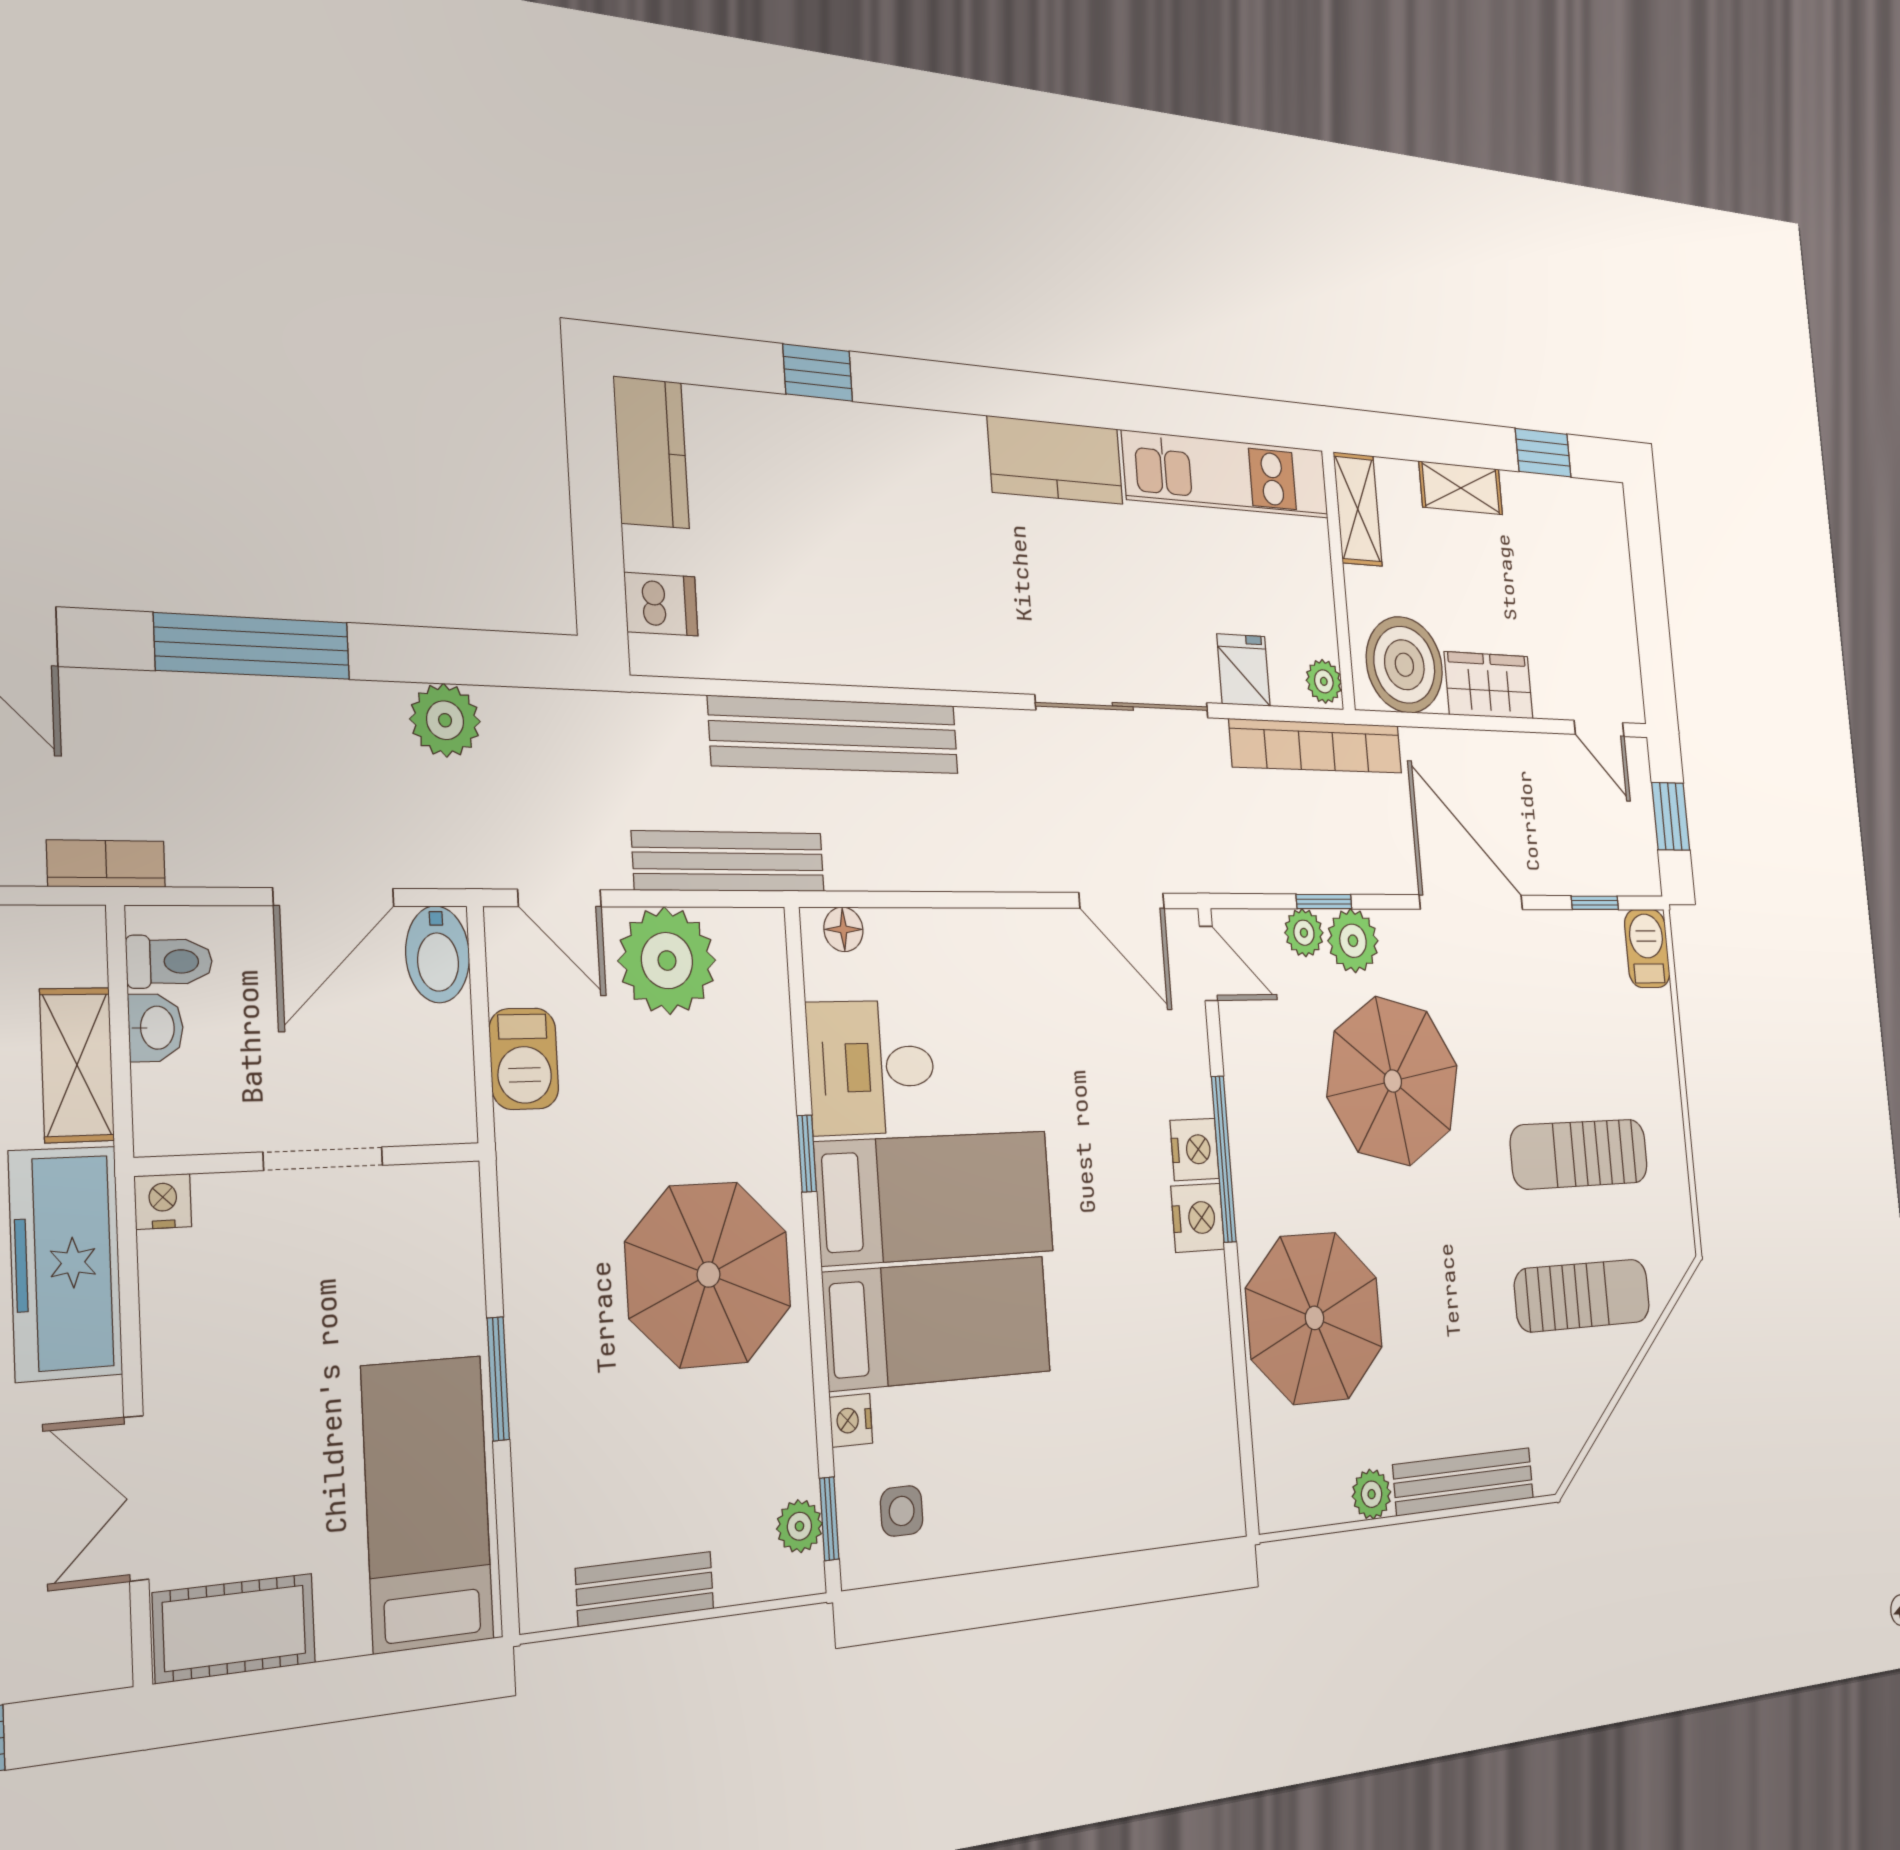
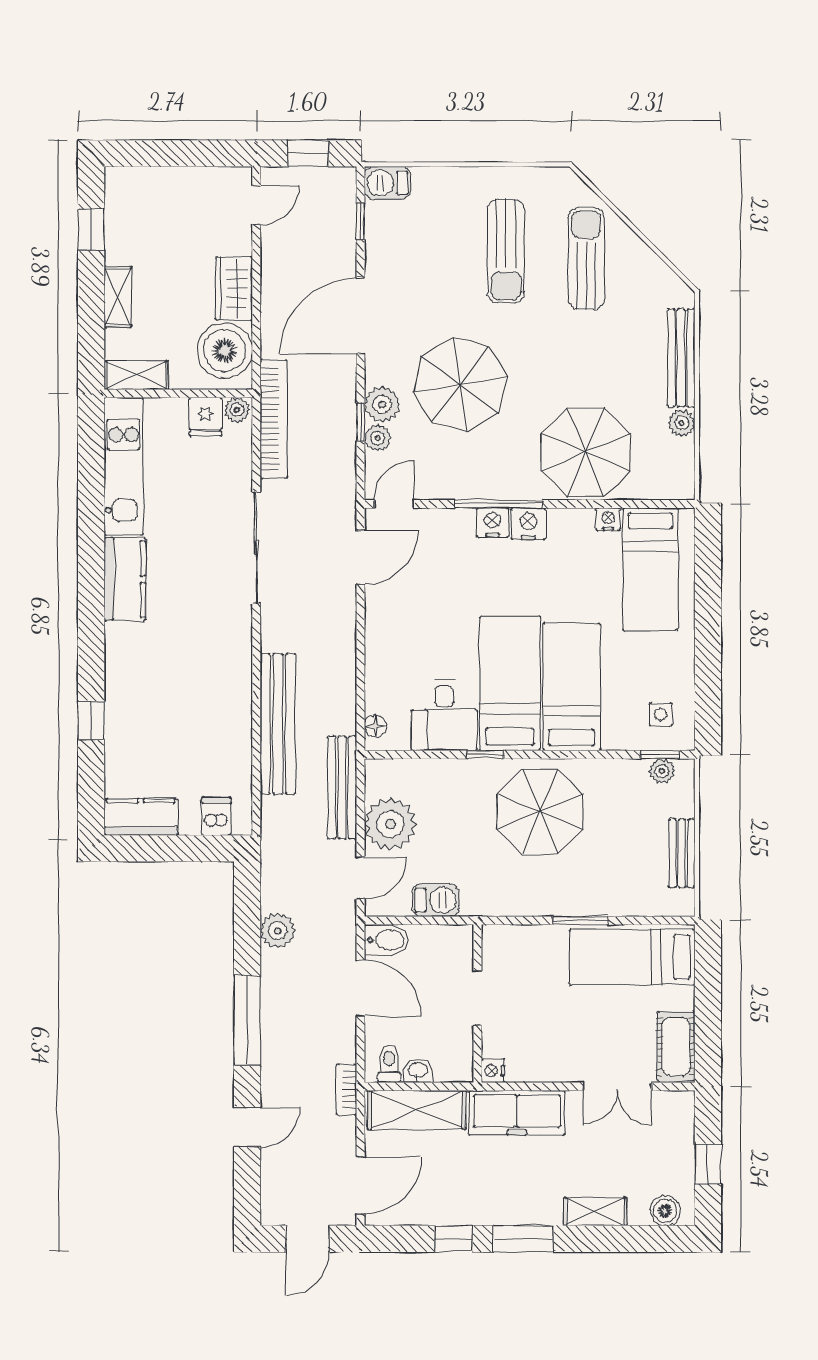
fridge: (1244, 670) -> (205, 417), moved, turned -90
shelving: (77, 1065) -> (417, 1110), width x1.50, depth x1.33
nightstand: (851, 1420) -> (608, 519), moved, turned 180
bed: (1144, 1461) -> (650, 569), added

